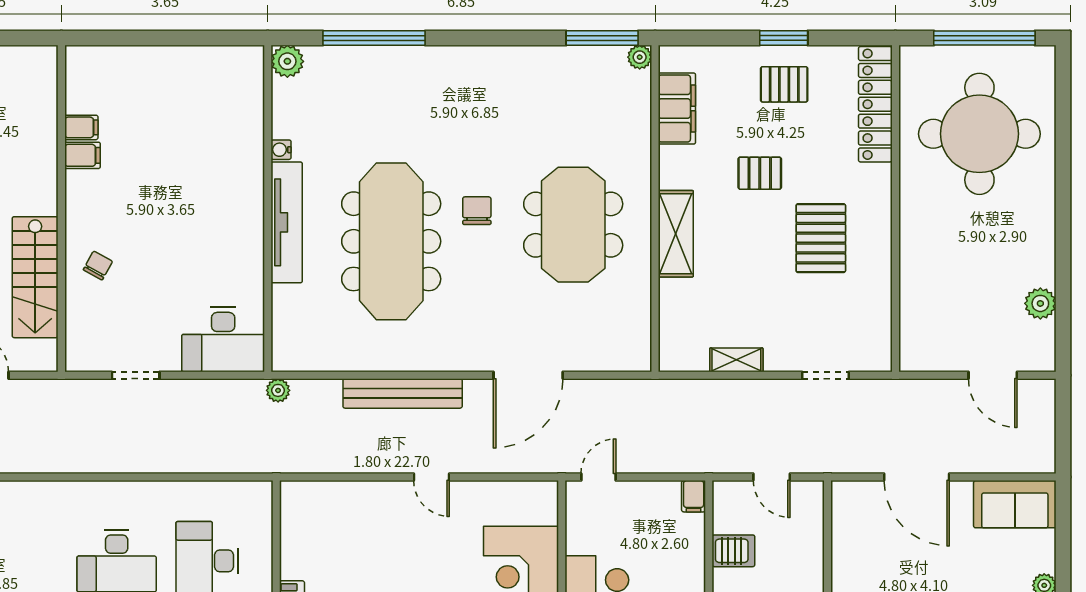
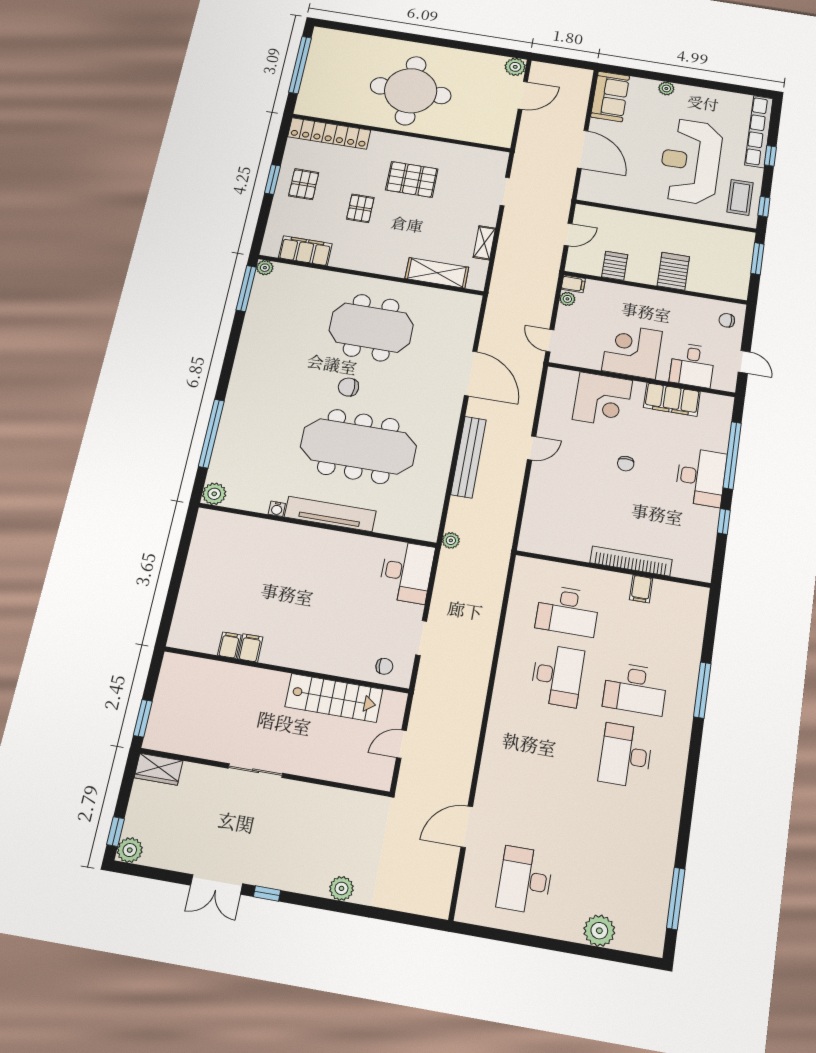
round table: (979, 134) -> (411, 91), moved
shelving: (676, 234) -> (437, 273), moved
chair: (98, 265) -> (384, 666), moved, turned 147
plant: (1040, 303) -> (515, 67), moved
door: (917, 477) -> (583, 149), hinge flipped
plant: (668, 492) -> (567, 299), added

